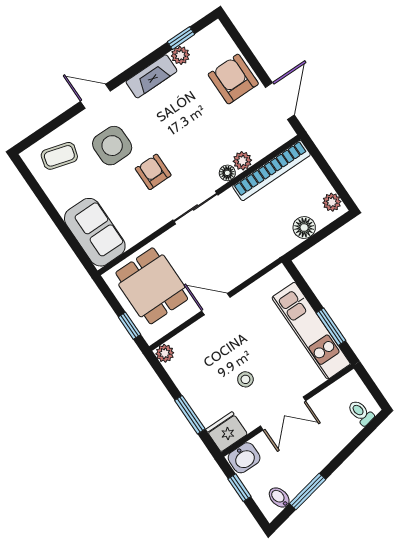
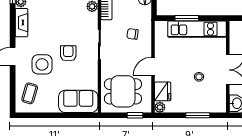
armchair: (153, 172) -> (68, 53), turned 90
floor lamp: (227, 173) -> (93, 18), removed
chair: (242, 244) -> (133, 34), added
window: (331, 327) -> (187, 18), moved
fridge: (227, 432) -> (163, 91), moved, turned 180

